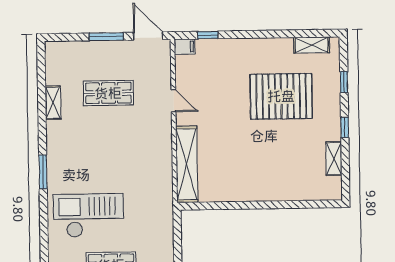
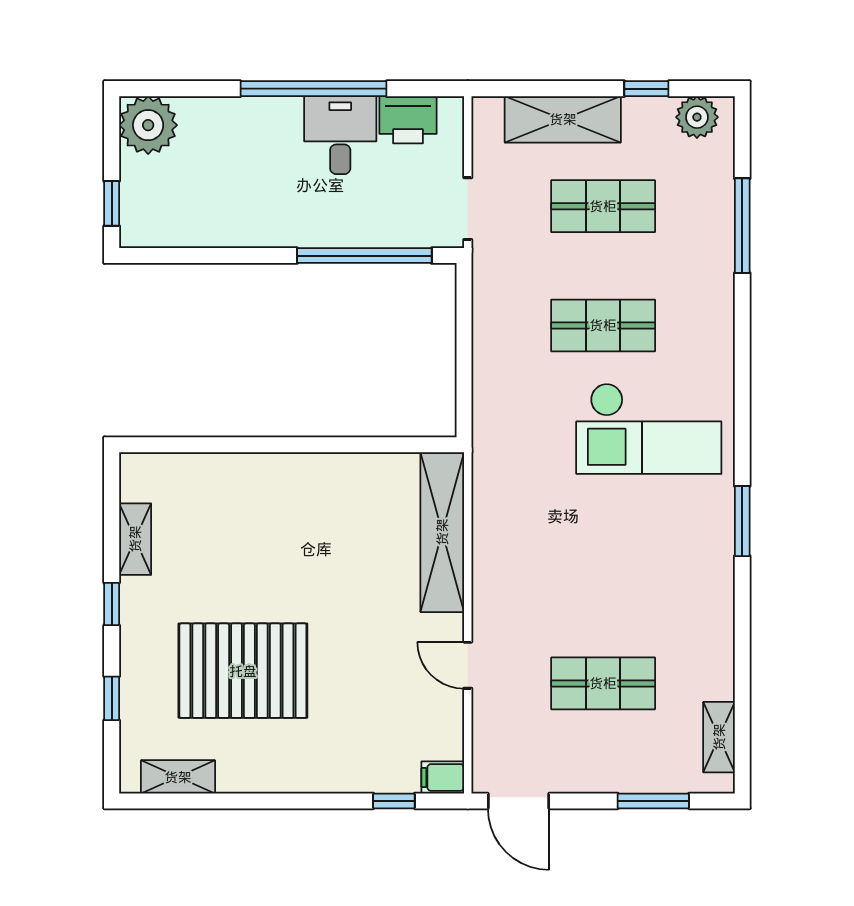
window: (106, 37) -> (653, 801), moved
shelving: (53, 103) -> (719, 737), moved

